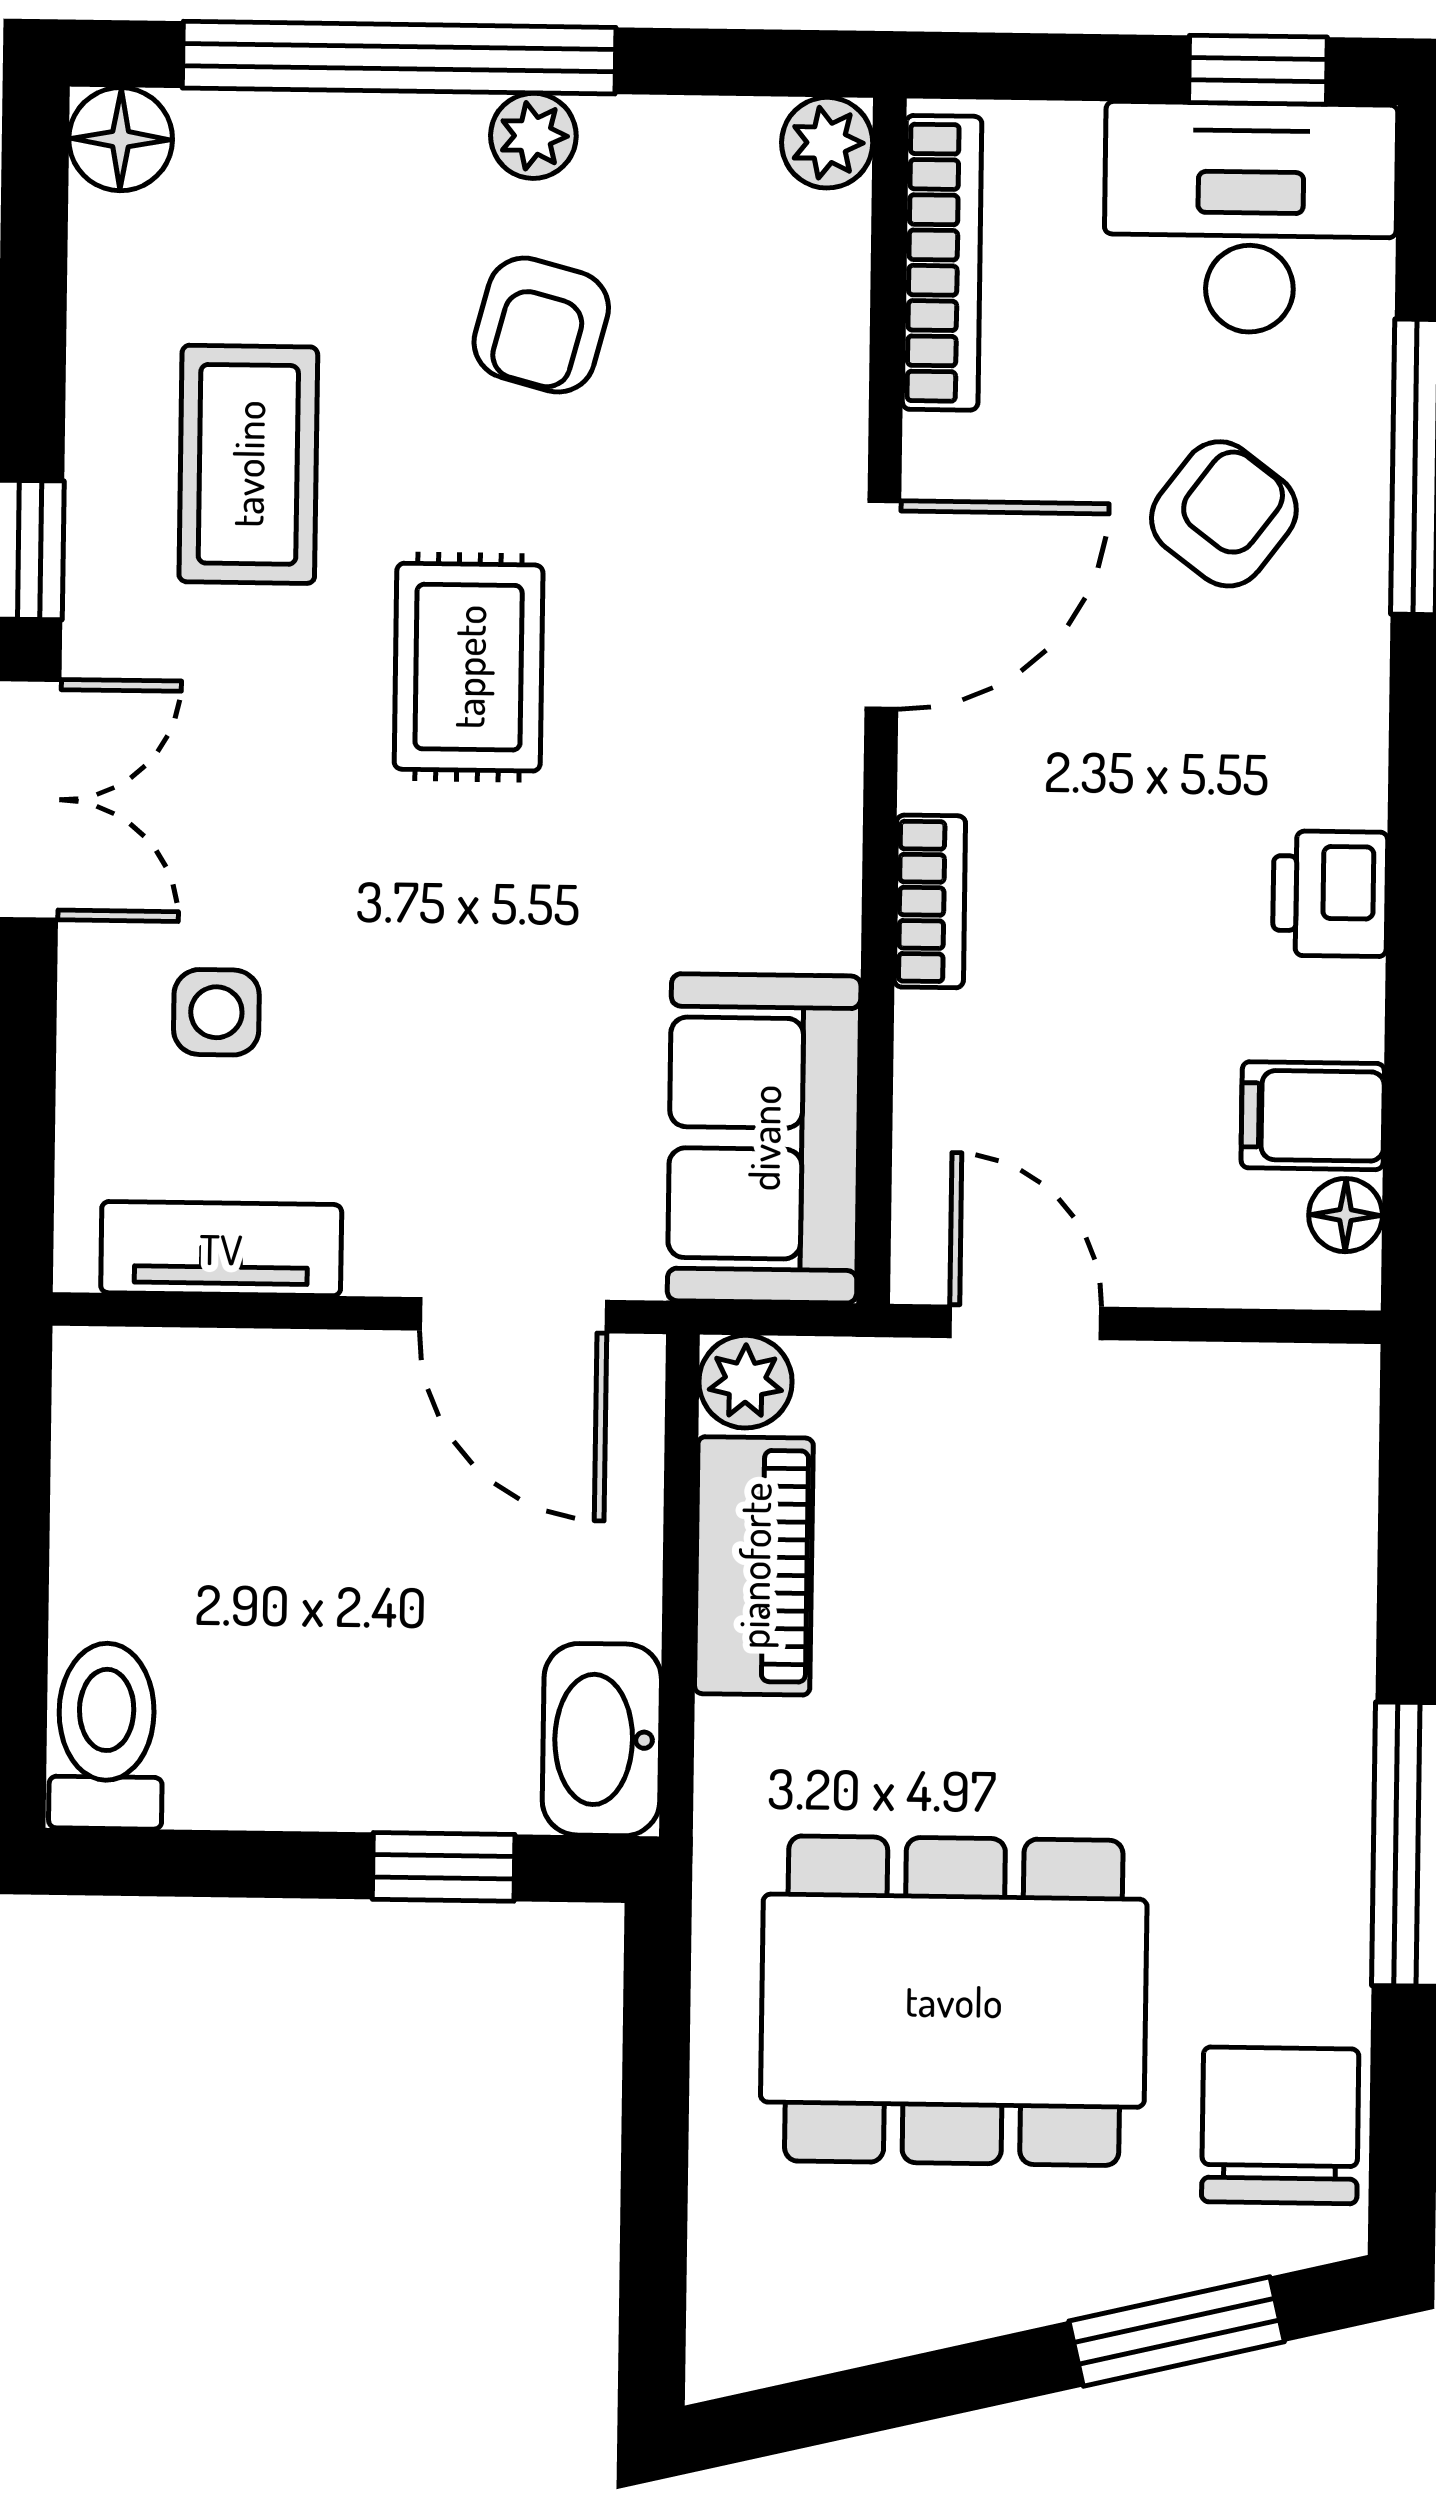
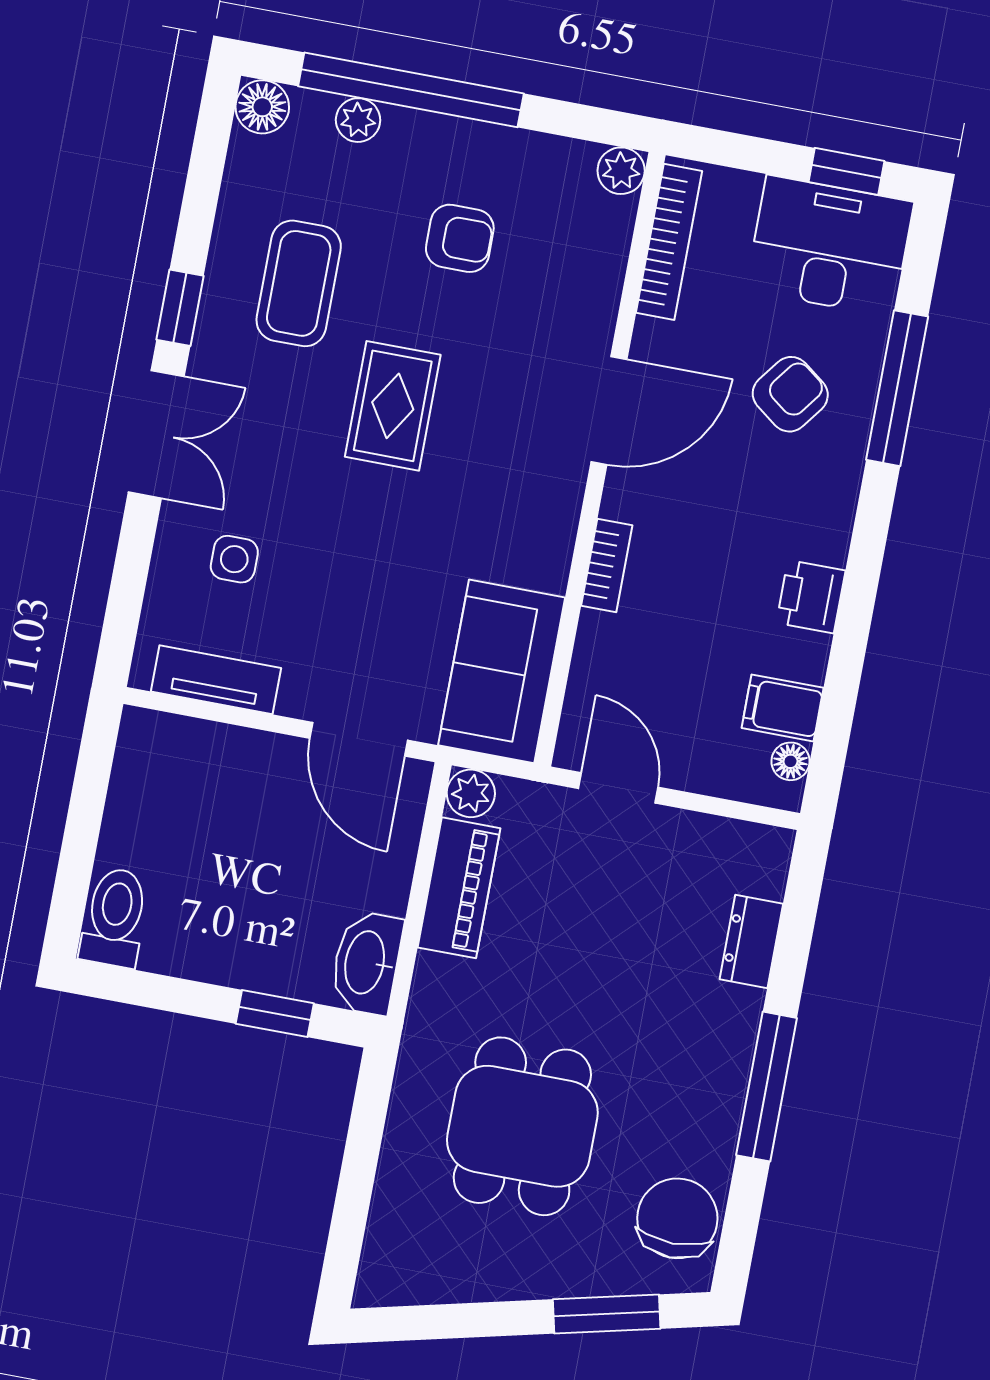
plant: (533, 136) -> (358, 120), moved
armchair: (541, 325) -> (460, 238), turned -105
dresser: (1330, 1572) -> (751, 941), added
dining table: (954, 2001) -> (522, 1126), width x0.73

